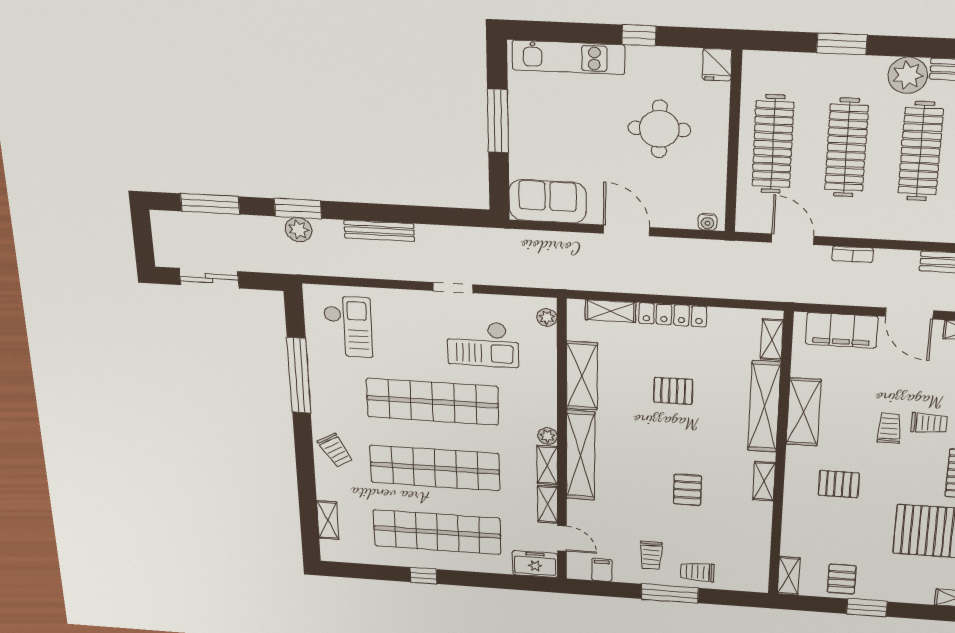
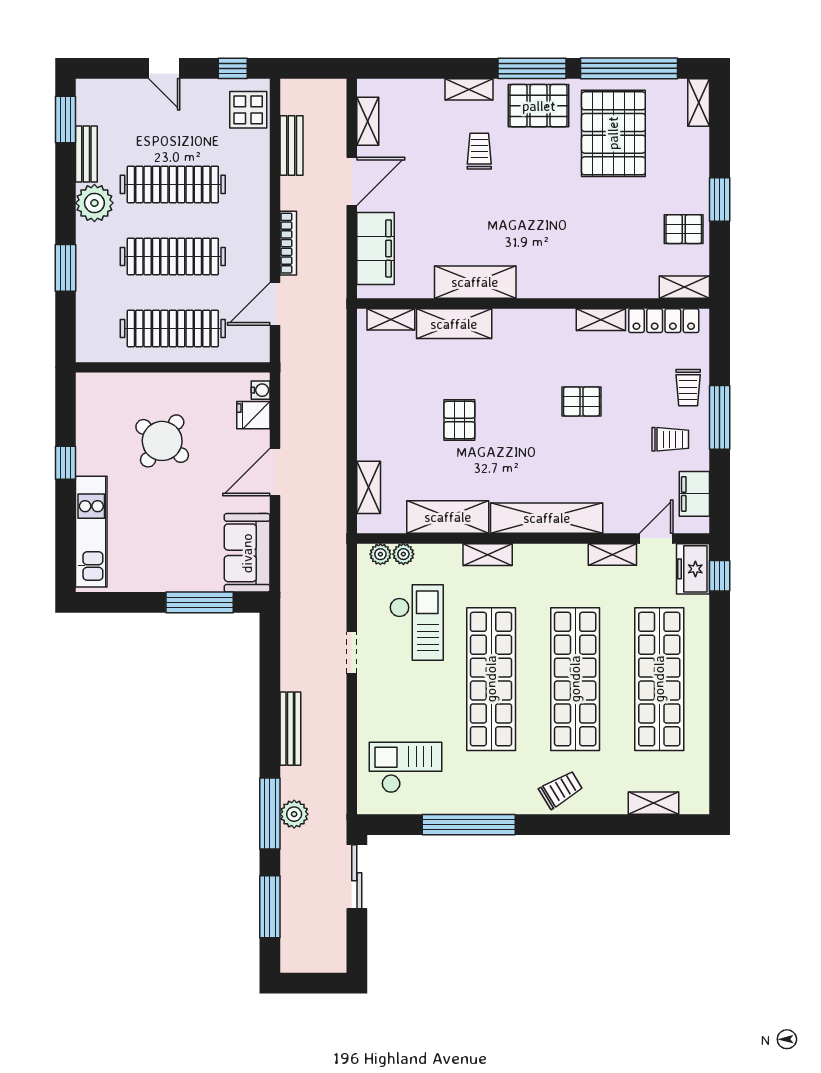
fridge: (717, 65) -> (253, 415), moved, turned 180
window: (498, 121) -> (200, 602), moved
round table: (659, 129) -> (162, 441), turned 37
window: (298, 209) -> (270, 813), width x1.44
bookcase: (852, 254) -> (288, 243), width x1.56
sliding door: (209, 278) -> (357, 877), moved
locker: (673, 315) -> (664, 321), moved, turned 90
shelving: (764, 407) -> (454, 324), width x0.68
trolley: (889, 428) -> (488, 192), removed
plant: (548, 436) -> (403, 554), moved
shelving: (547, 465) -> (488, 555), moved
shelving: (764, 481) -> (601, 320), moved
pallet: (839, 484) -> (562, 240), removed
filing cabinet: (602, 570) -> (694, 494), width x2.00
window: (423, 576) -> (720, 576), moved

